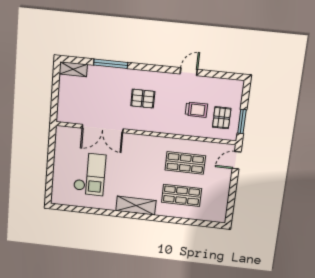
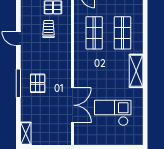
window: (111, 64) -> (18, 83), moved
pallet: (143, 99) -> (38, 83), moved

